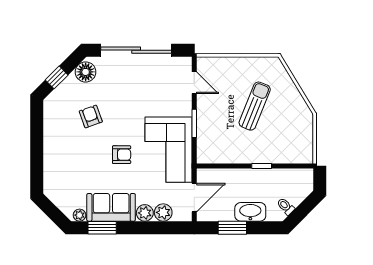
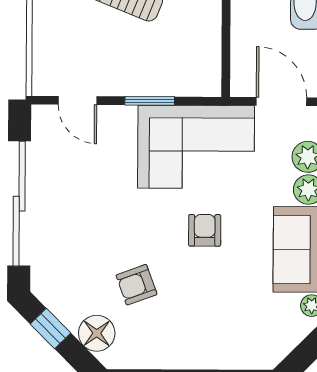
floor lamp: (86, 72) -> (97, 333), moved
window: (57, 77) -> (51, 329), moved
door: (194, 83) -> (77, 100), swing flipped

